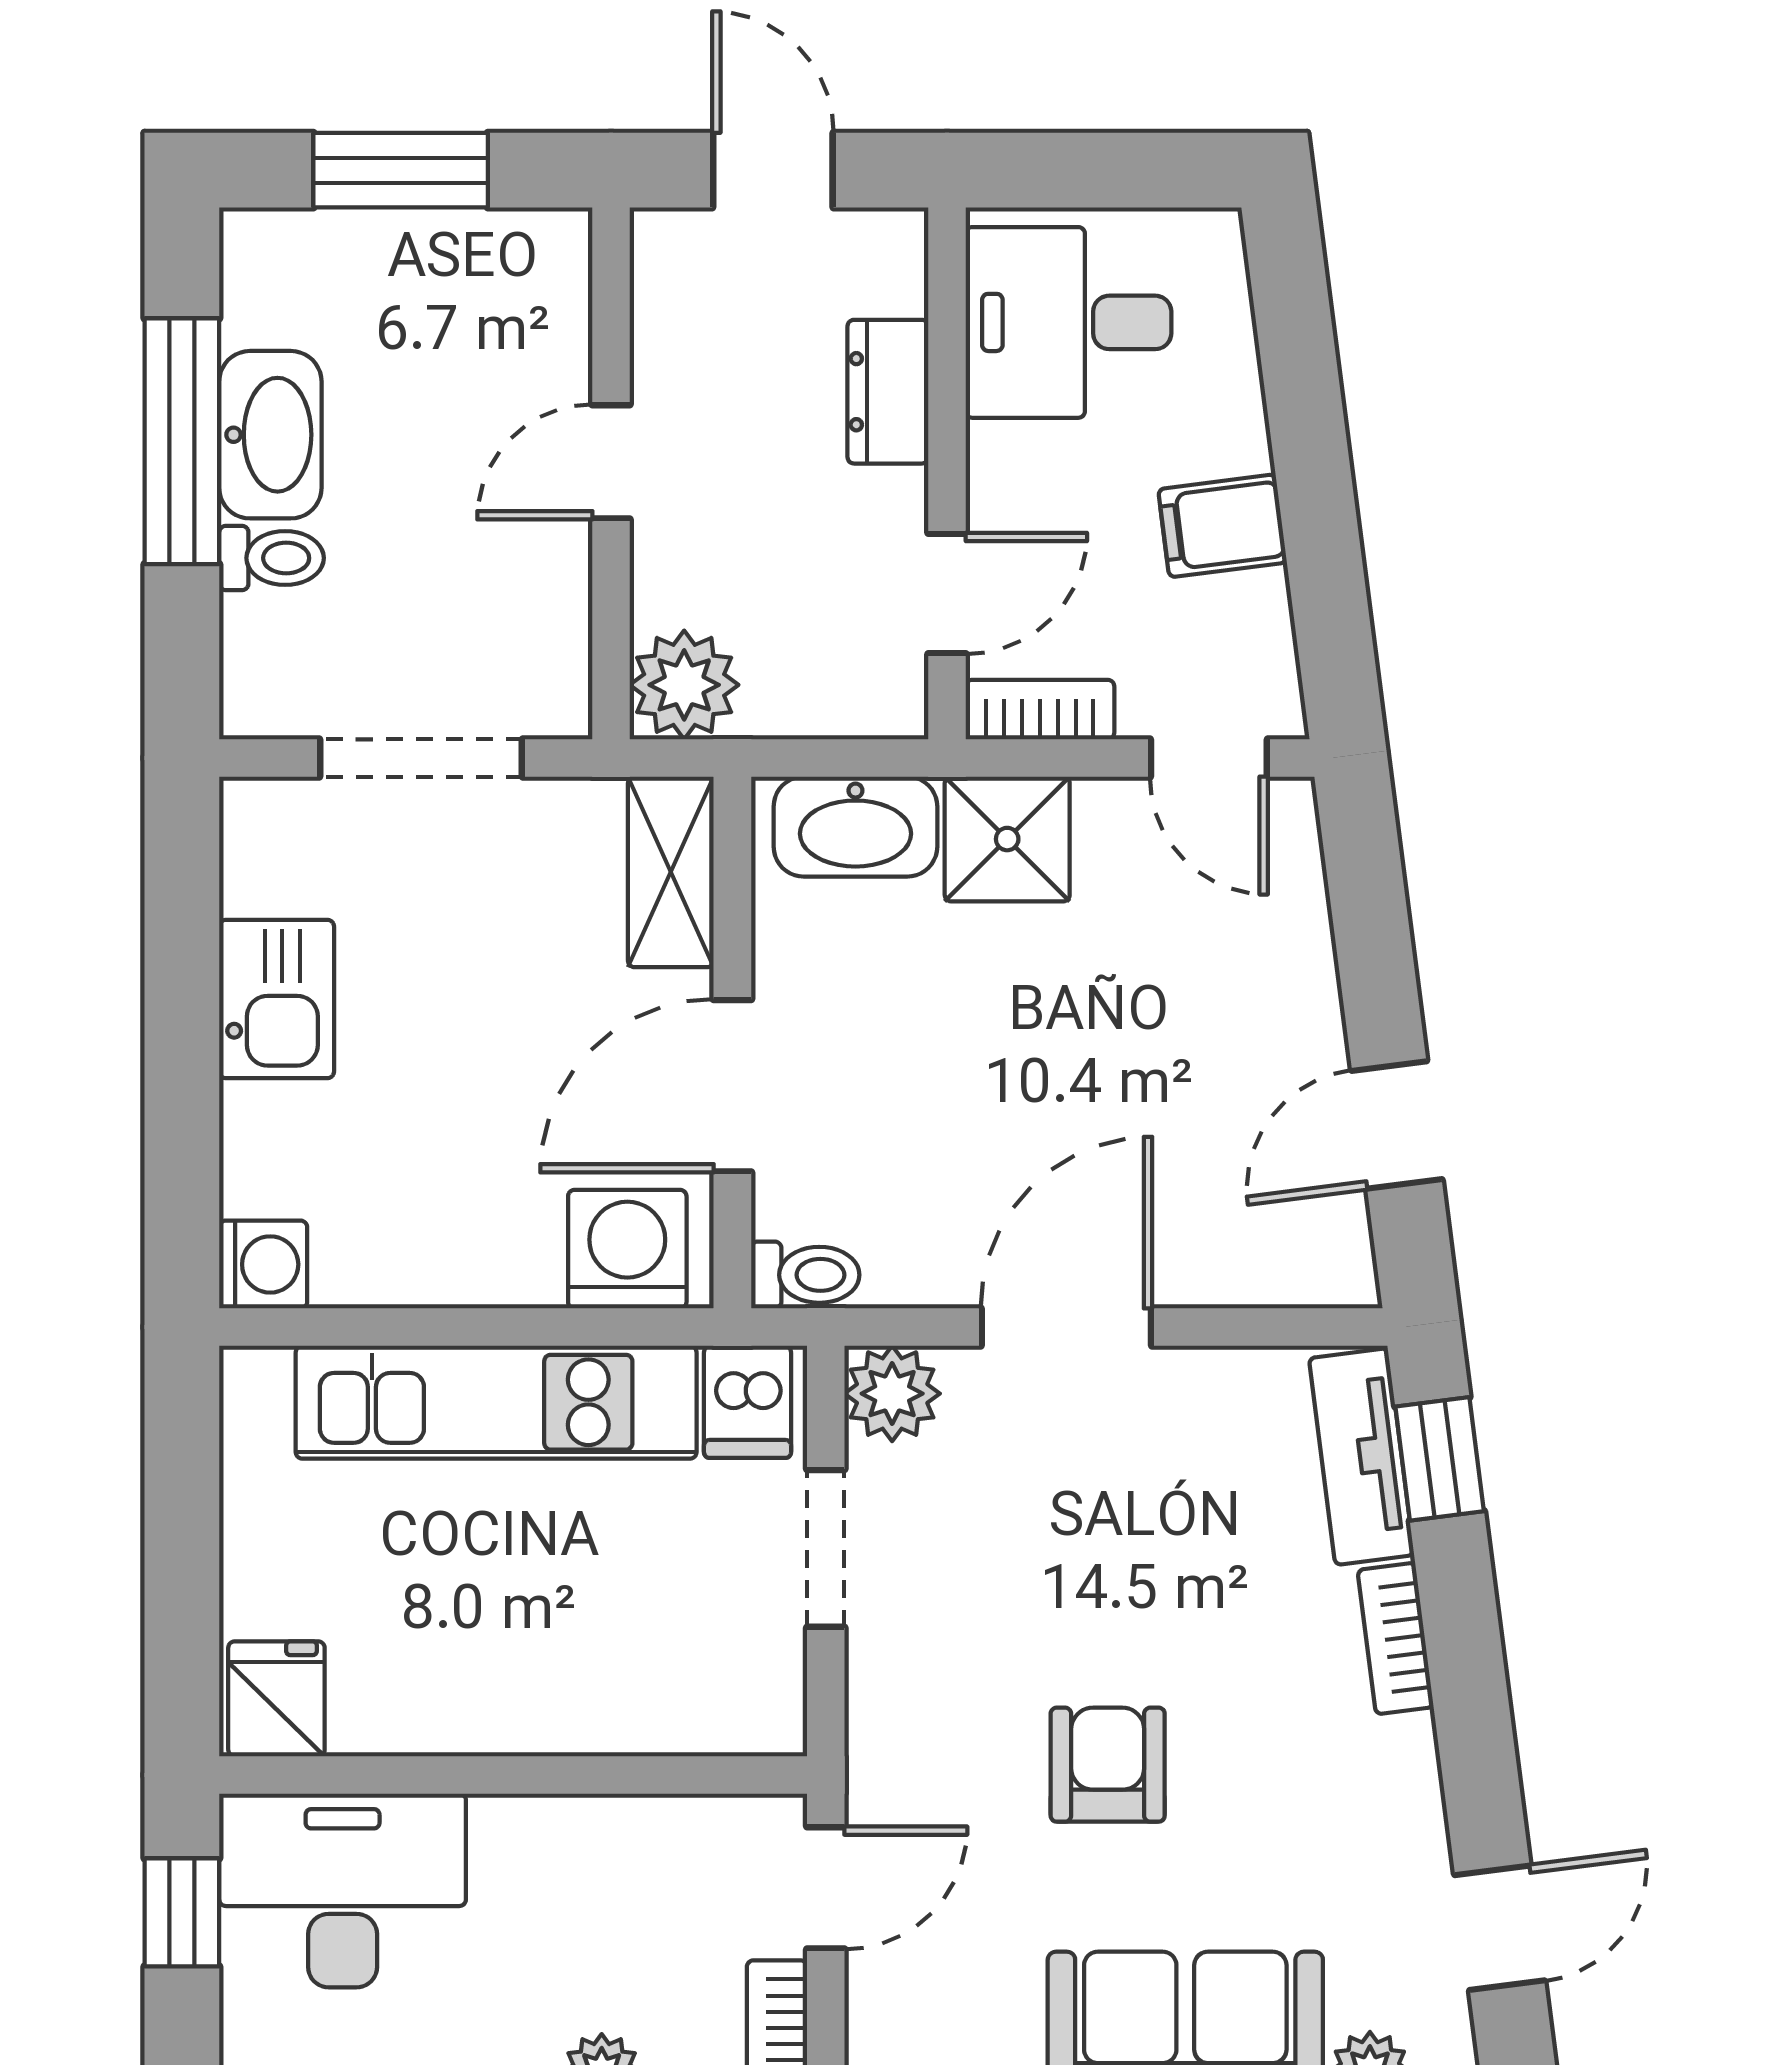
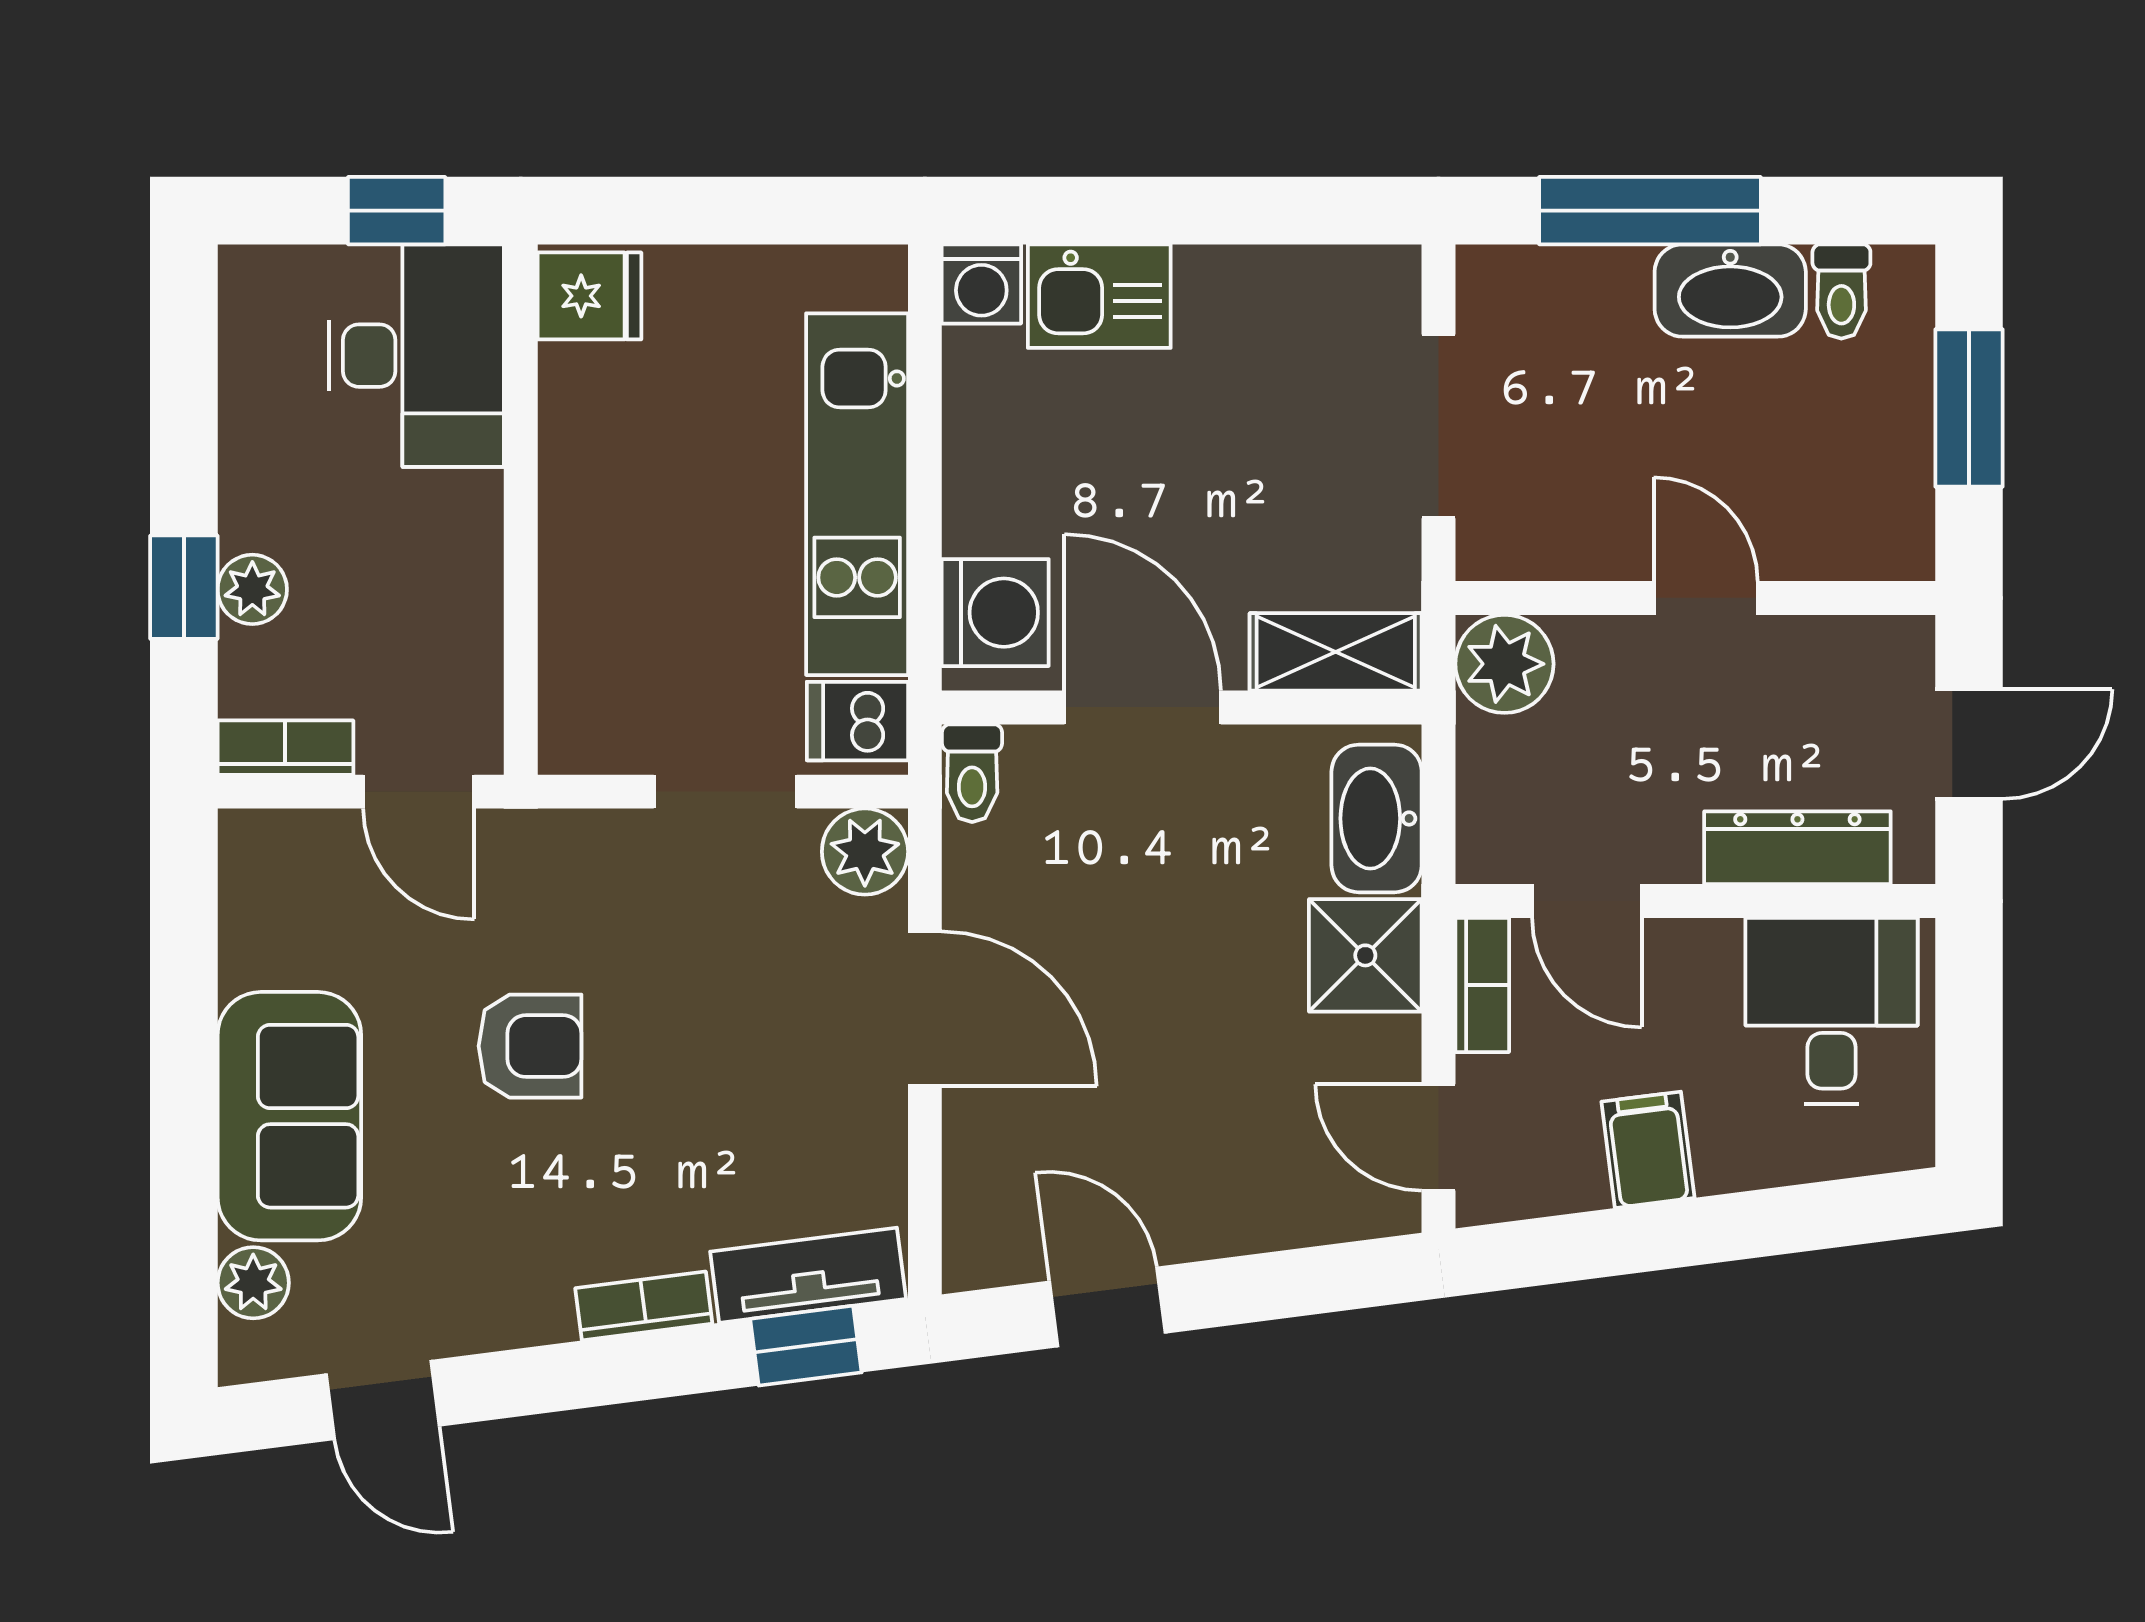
dresser: (888, 392) -> (1797, 848), width x1.44
window: (182, 441) -> (1650, 211), moved
toilet: (272, 558) -> (1841, 292), moved
door: (1209, 758) -> (1439, 1137), hinge flipped
kitchen sink: (277, 999) -> (1099, 296), moved

